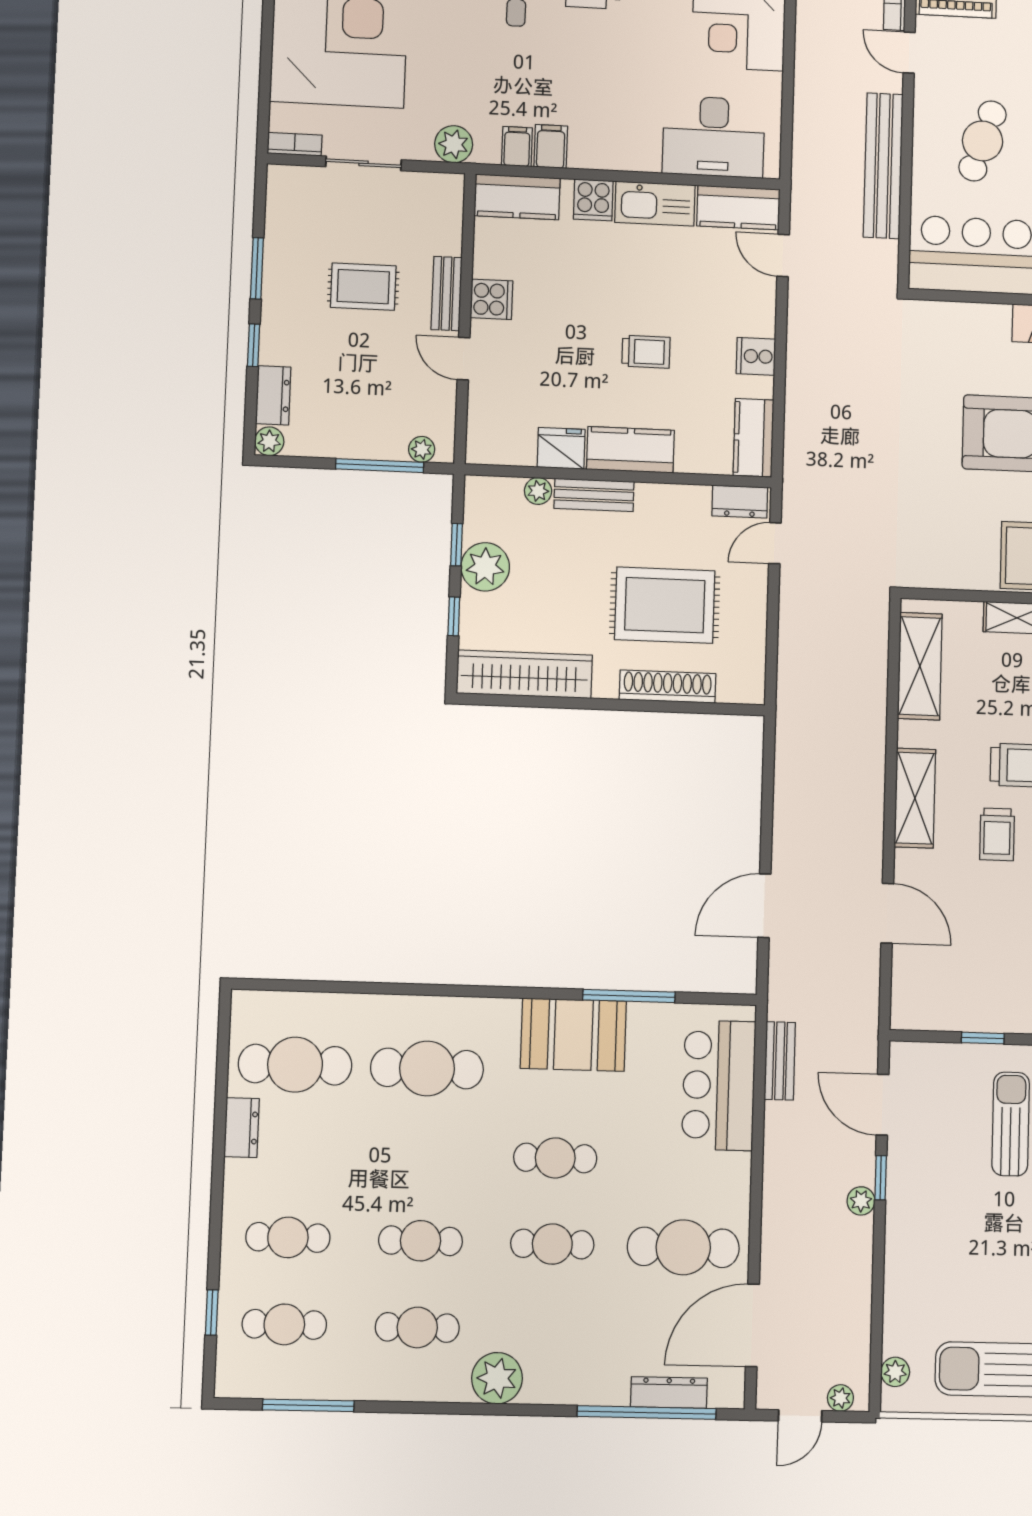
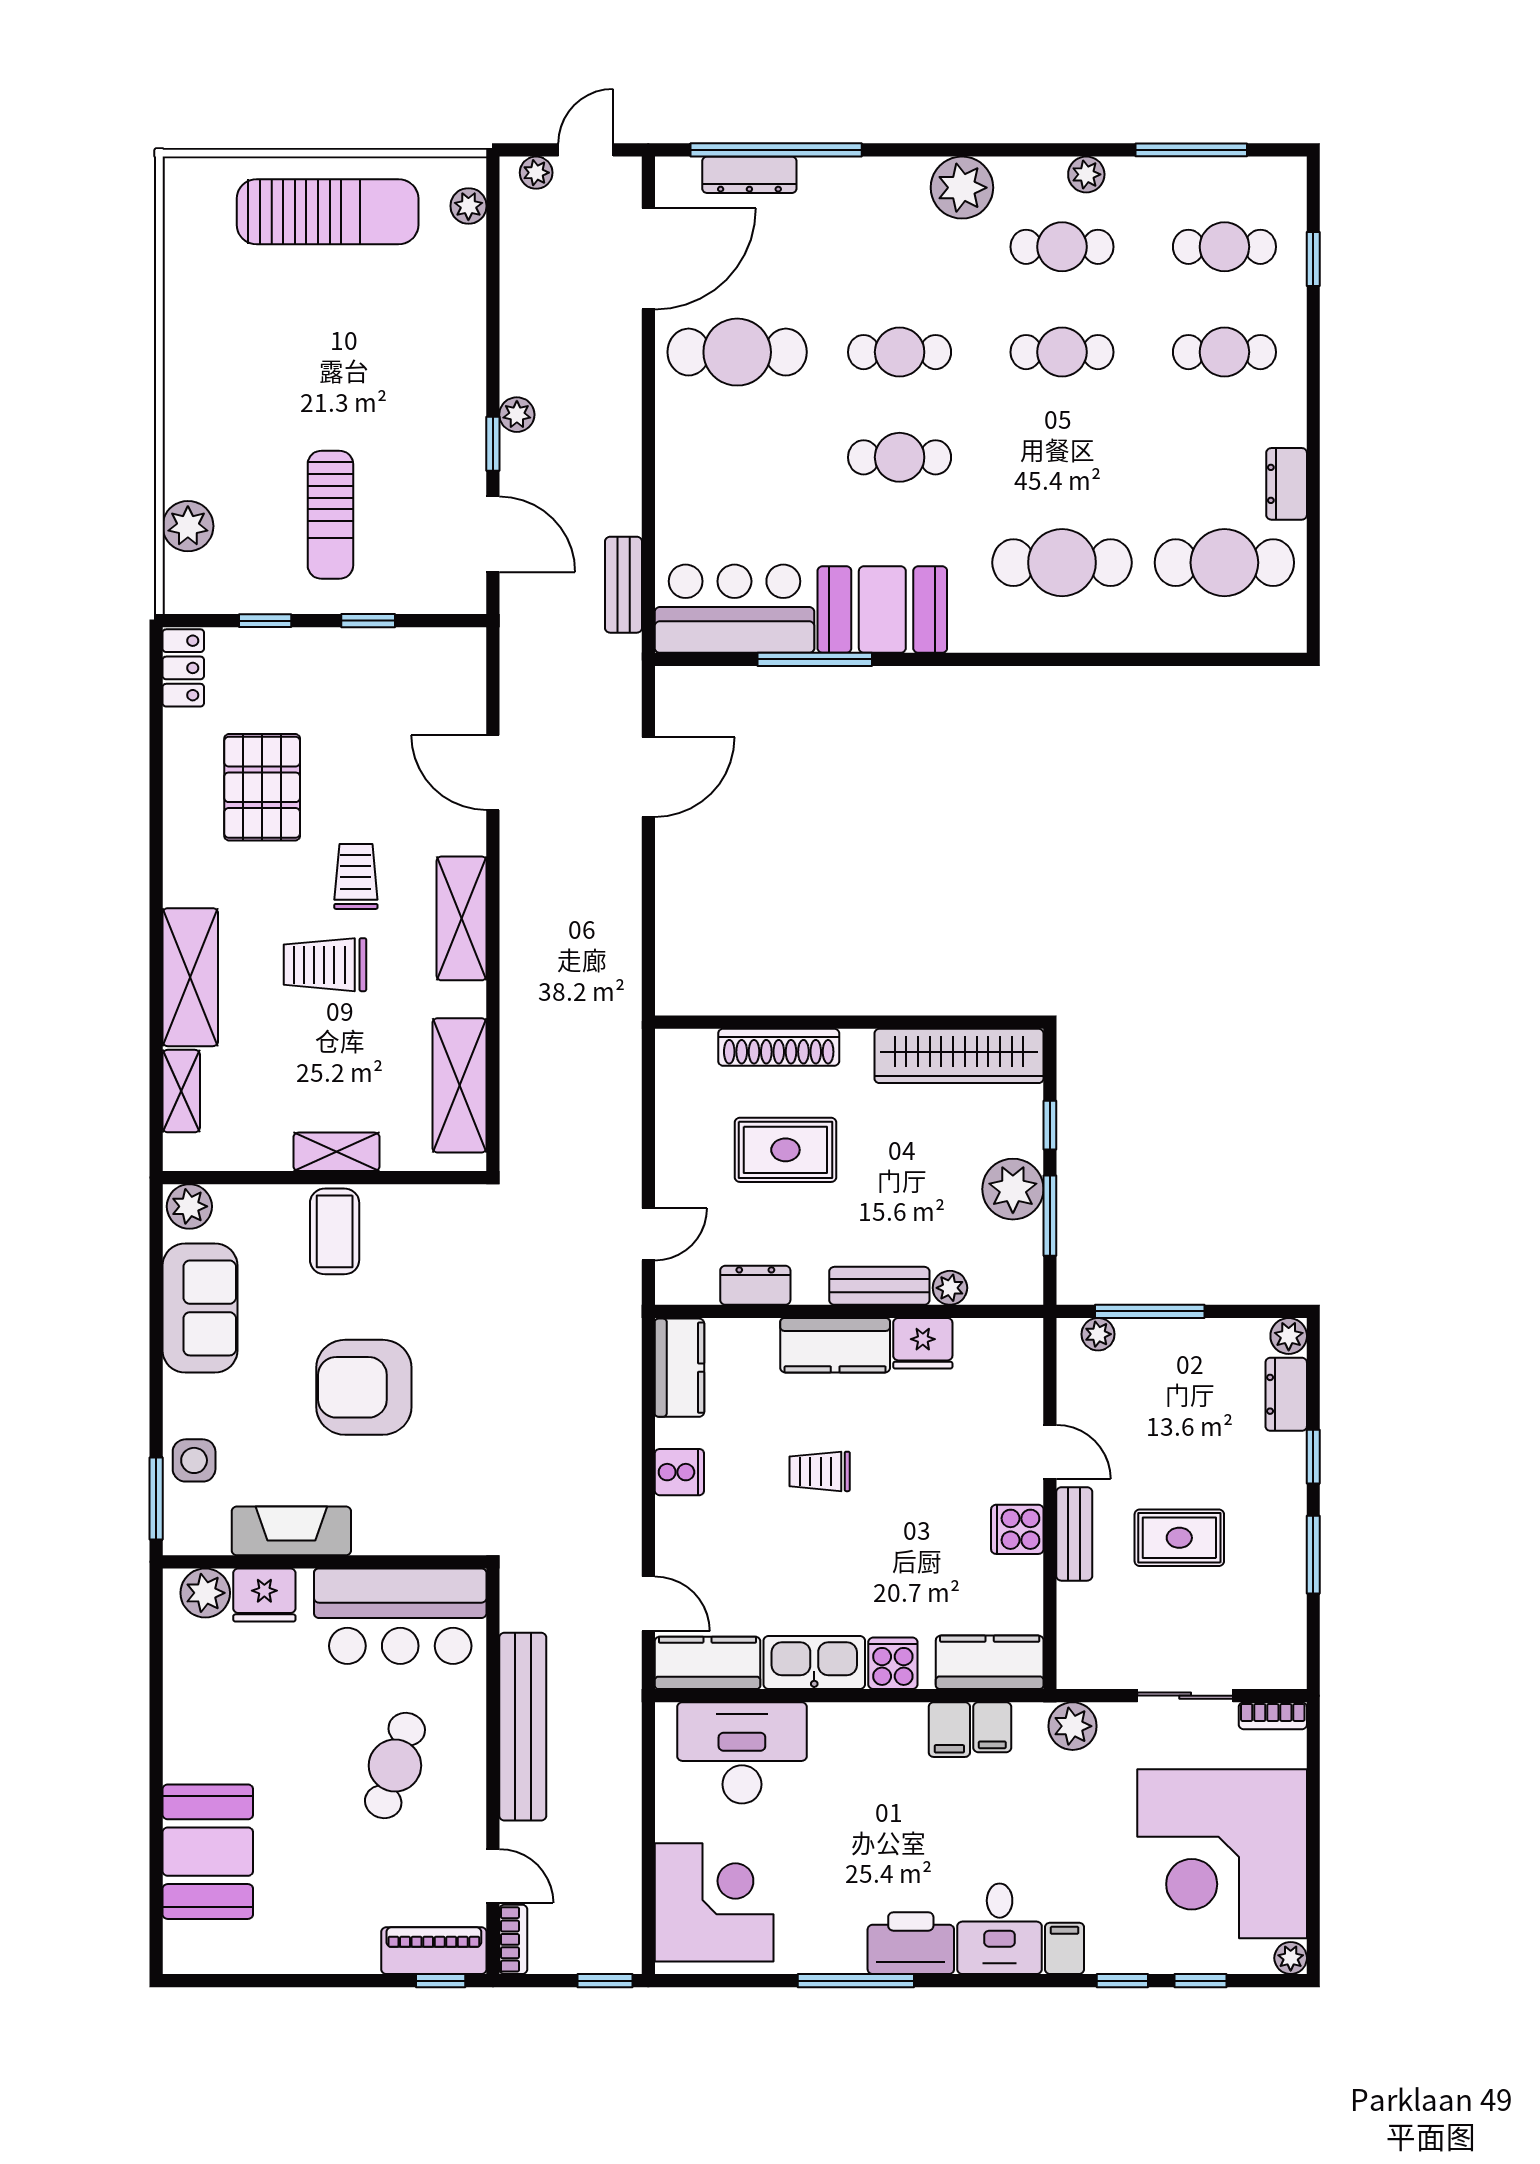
dresser: (740, 502) -> (755, 1285), moved
window: (456, 545) -> (1050, 1216), width x1.50
rug: (665, 605) -> (785, 1150), width x0.73, depth x0.70
bar counter: (719, 1085) -> (734, 609), moved, turned -90
plant: (395, 1387) -> (1086, 174), added

